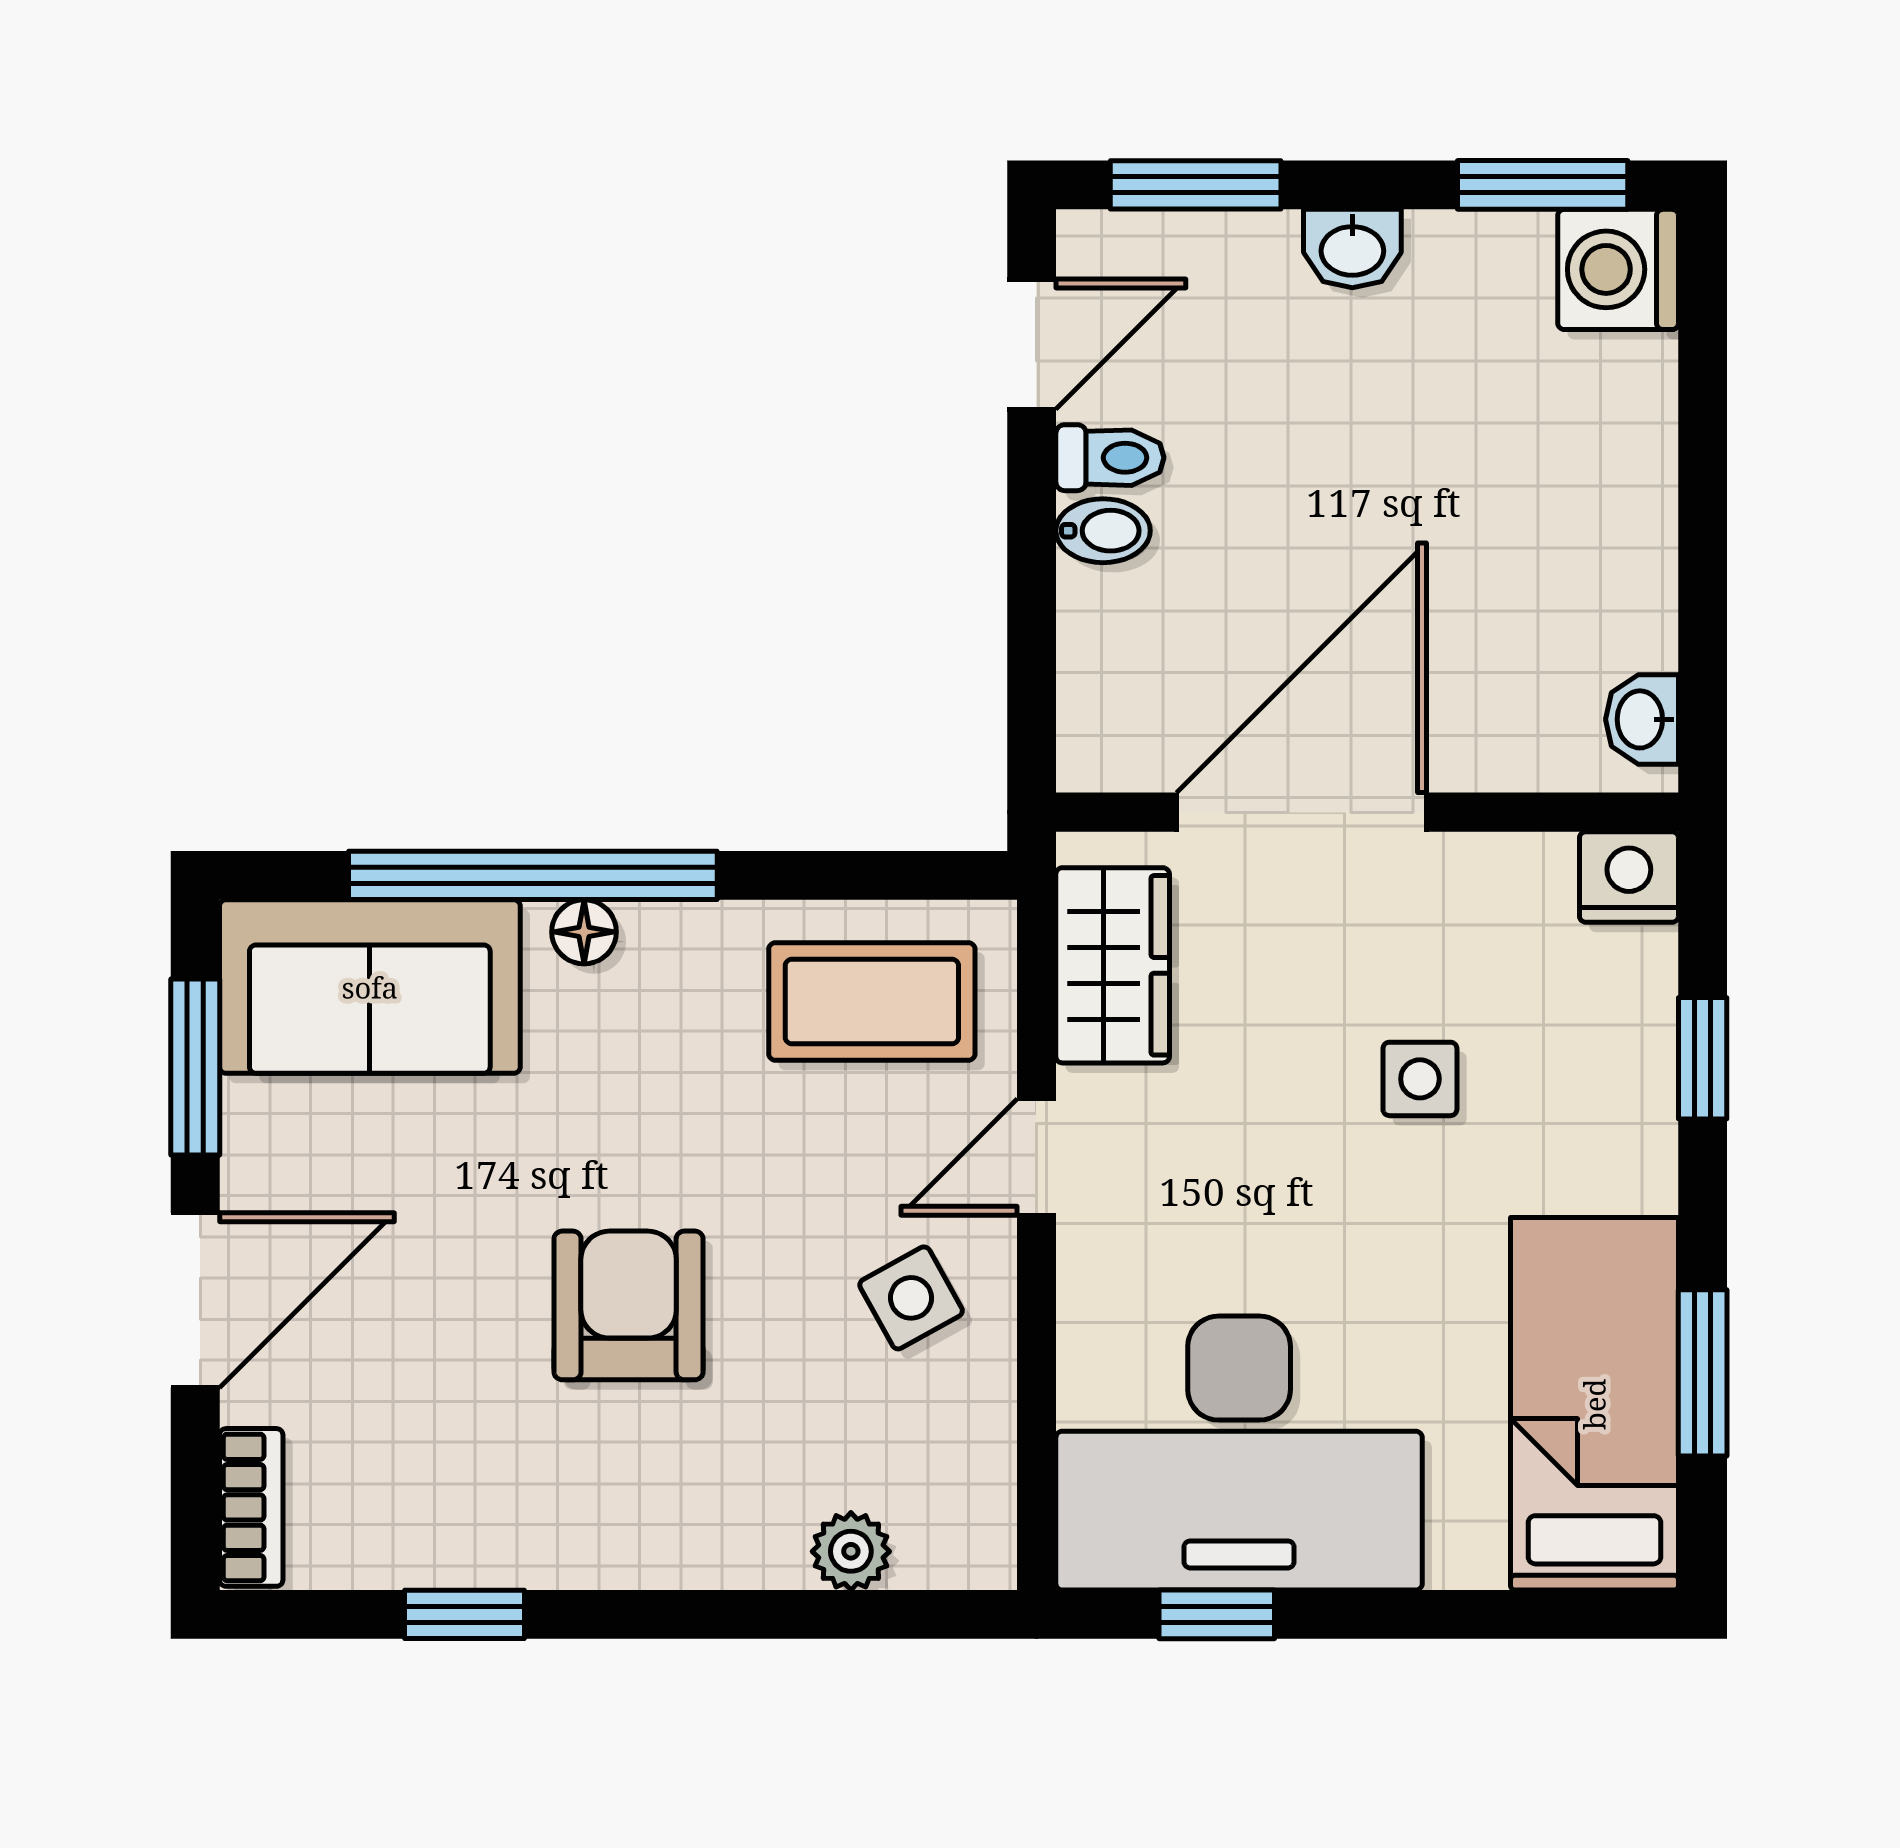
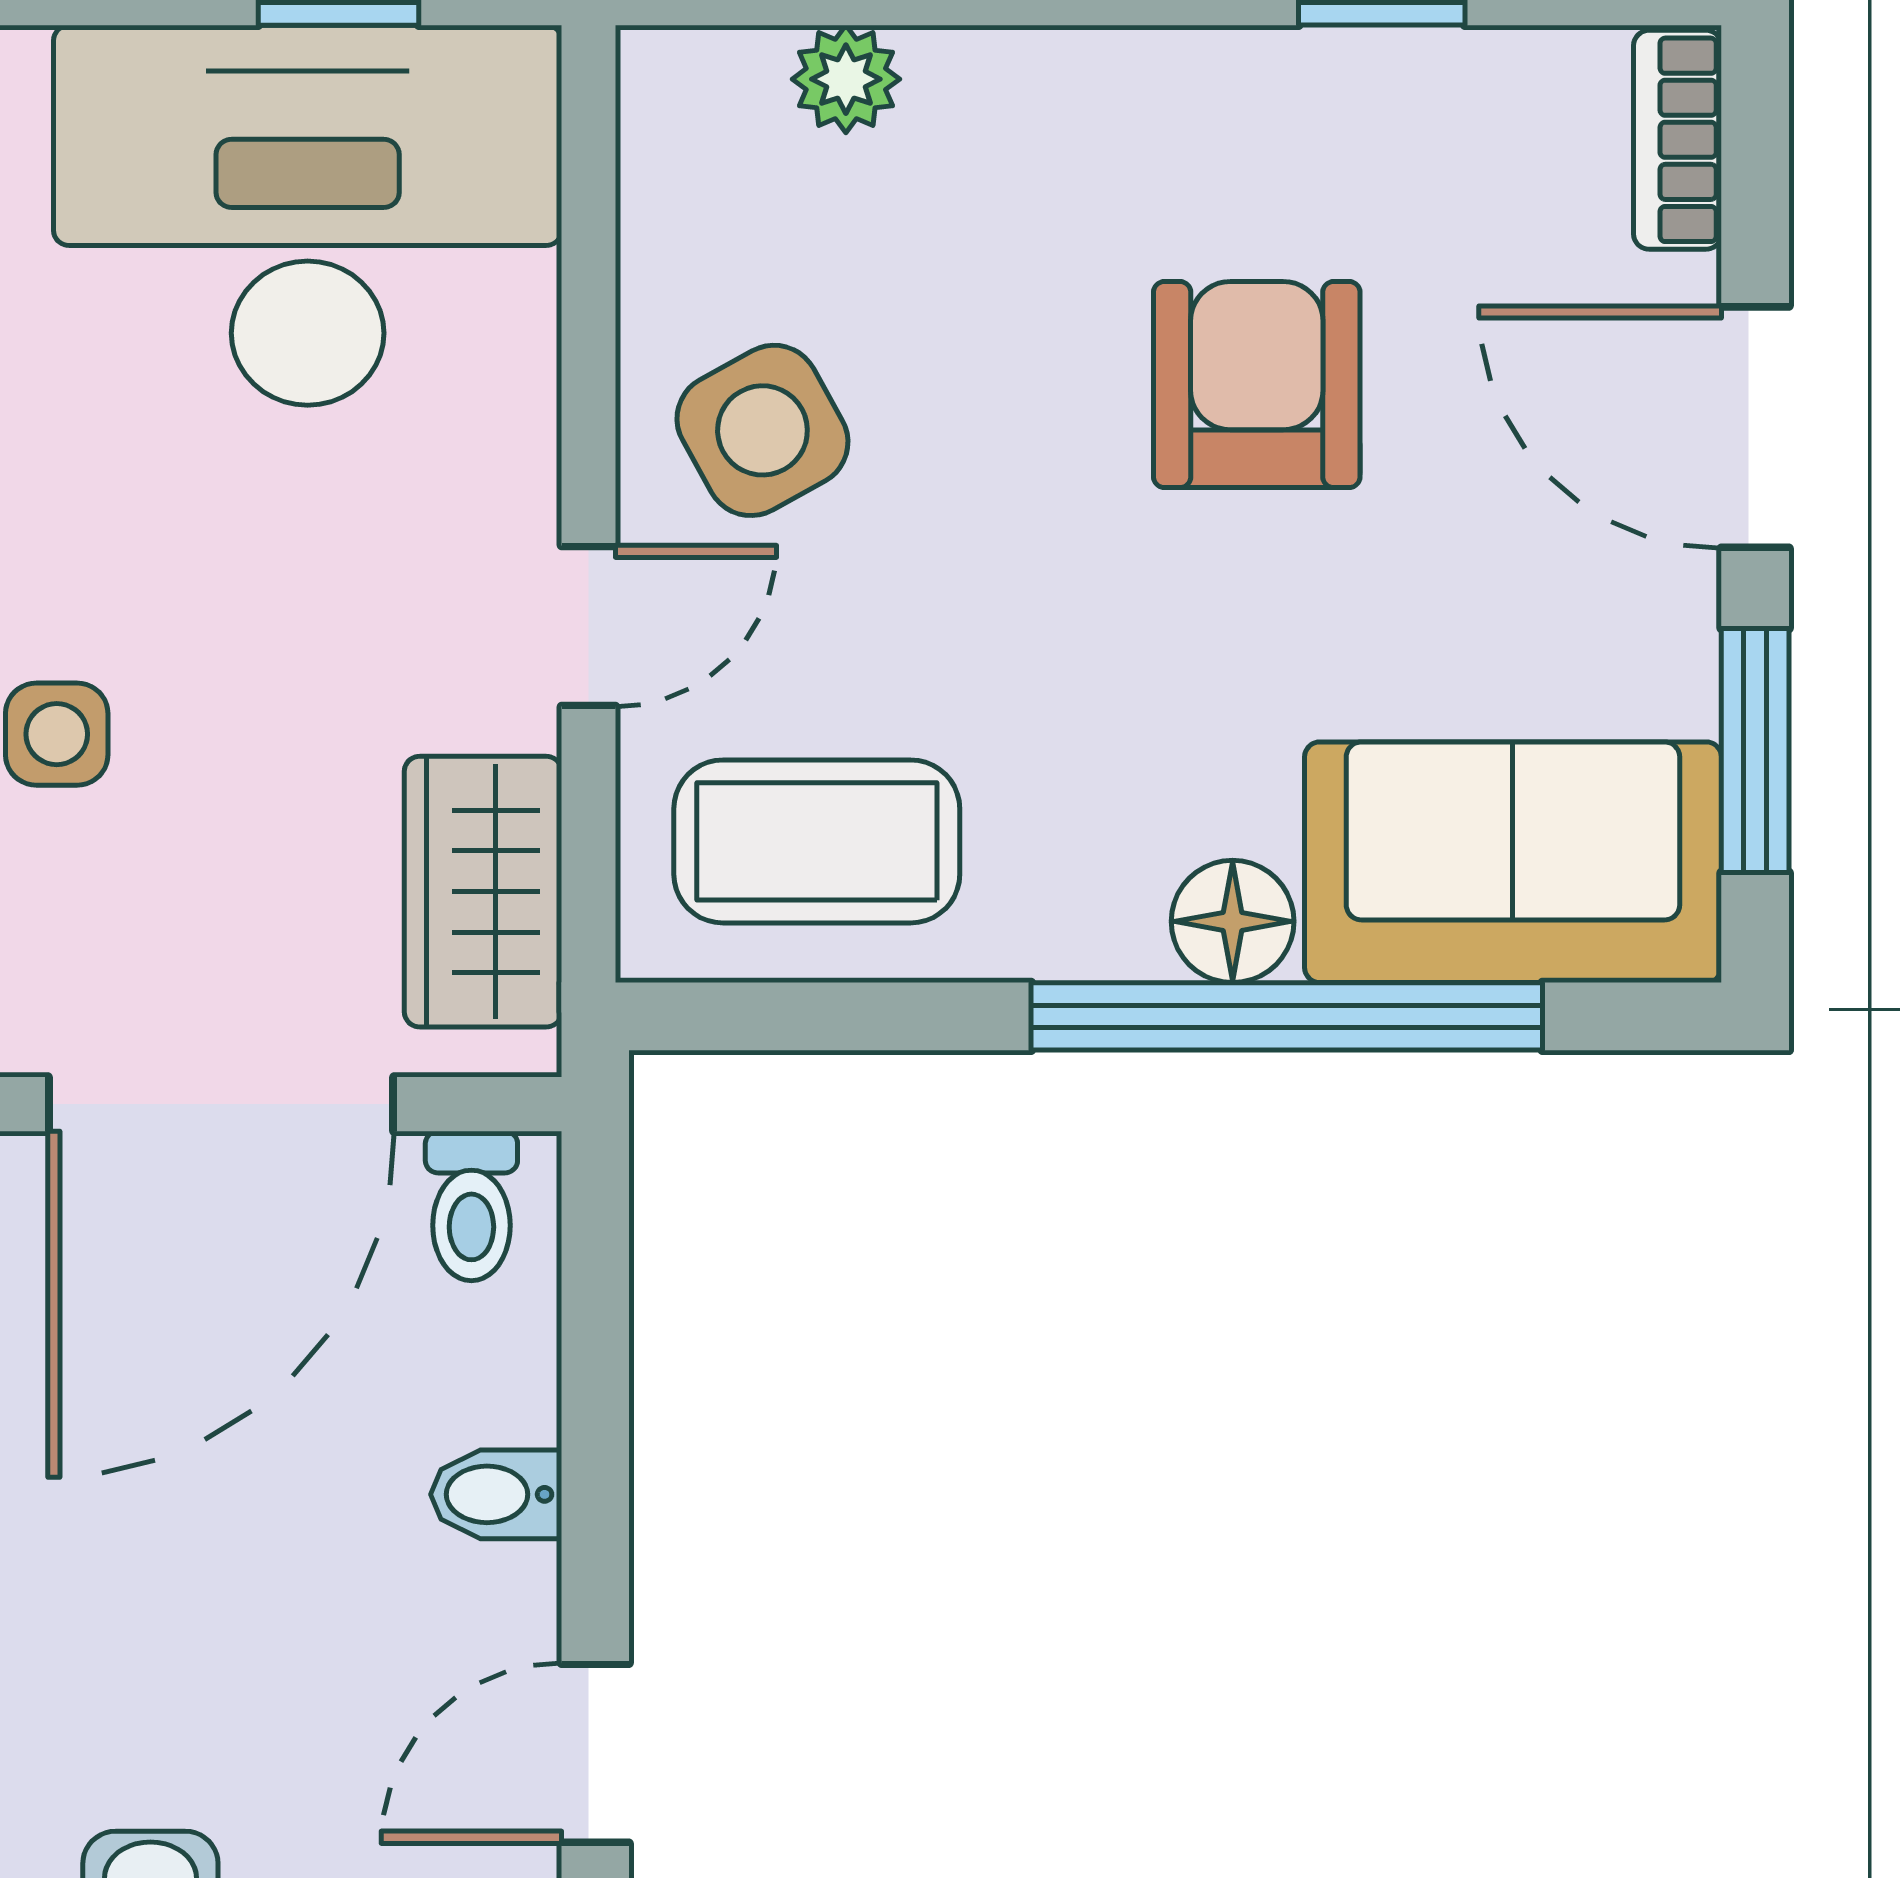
toilet: (1110, 458) -> (471, 1206), moved, turned -90
floor lamp: (584, 932) -> (1233, 921), width x1.37, depth x1.37
side table: (911, 1298) -> (762, 430), width x1.37, depth x1.37
door: (195, 1300) -> (1755, 427), hinge flipped
armchair: (629, 1305) -> (1257, 385), moved, turned 180

